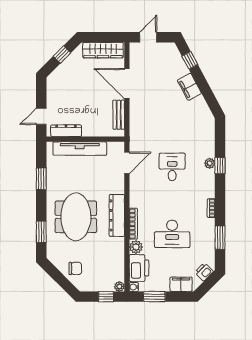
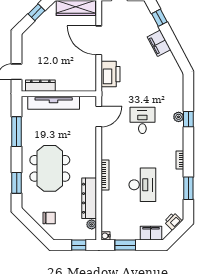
bench: (119, 115) -> (91, 70), removed
window: (41, 179) -> (17, 132), width x1.44
dresser: (117, 215) -> (89, 198), moved
desk: (172, 234) -> (142, 185), turned -90
plant: (136, 247) -> (108, 197), removed
printer: (139, 268) -> (111, 74), moved
plant: (119, 286) -> (92, 224), moved

